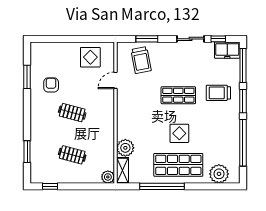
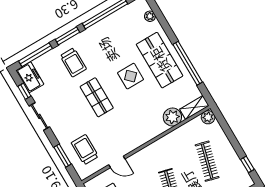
trolley: (141, 60) -> (85, 150), turned -79
clothes rail: (72, 155) -> (207, 161), width x1.36
plant: (219, 174) -> (150, 16), width x0.53, depth x0.53

